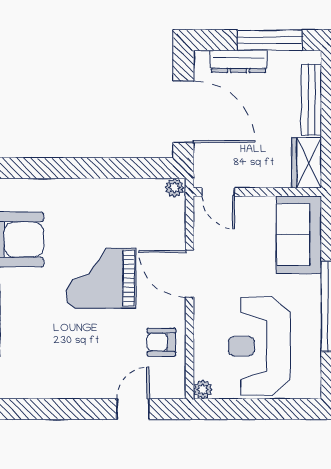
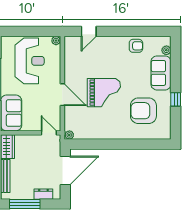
dresser: (239, 61) -> (43, 194), width x0.70
door: (183, 112) -> (65, 170), swing flipped
armchair: (161, 342) -> (136, 46), moved

